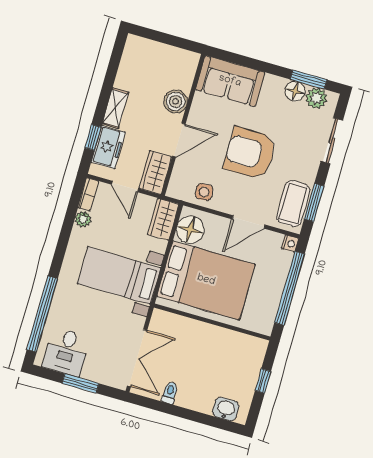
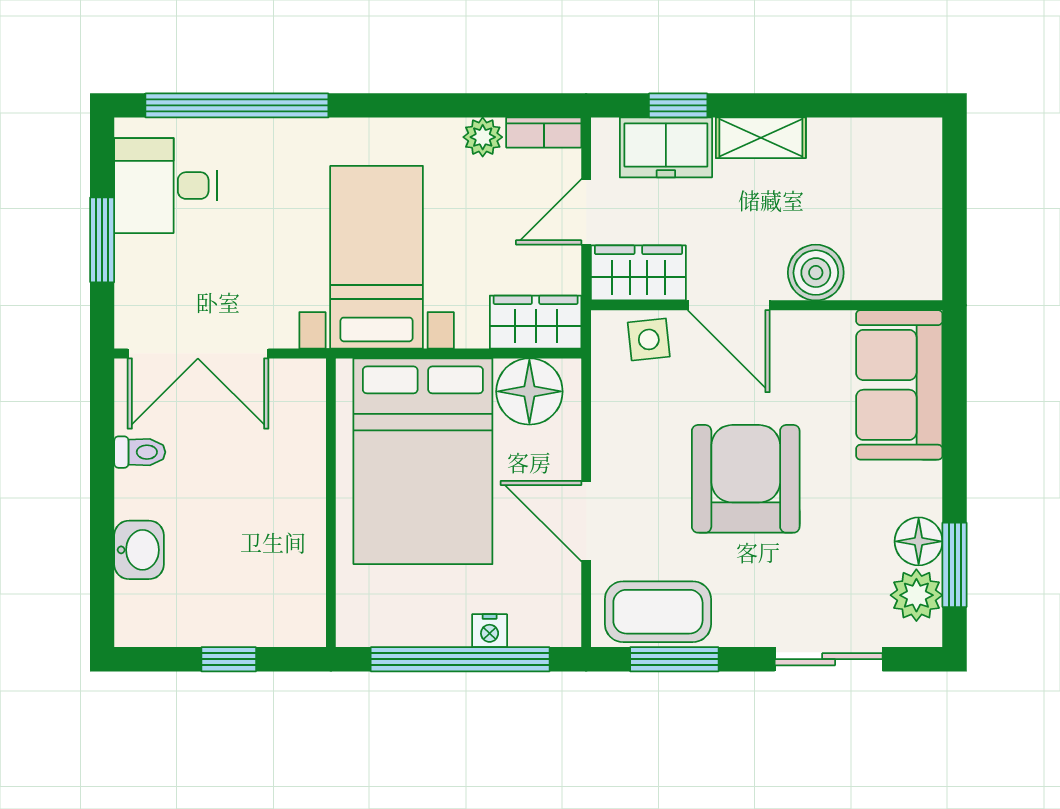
side table: (204, 192) -> (649, 339), moved
nightstand: (290, 243) -> (490, 631), moved
washbasin: (226, 409) -> (139, 550), moved

